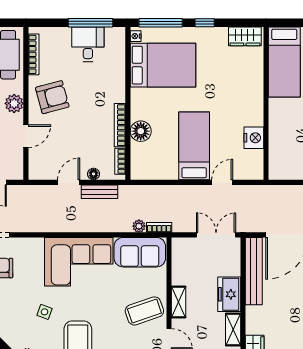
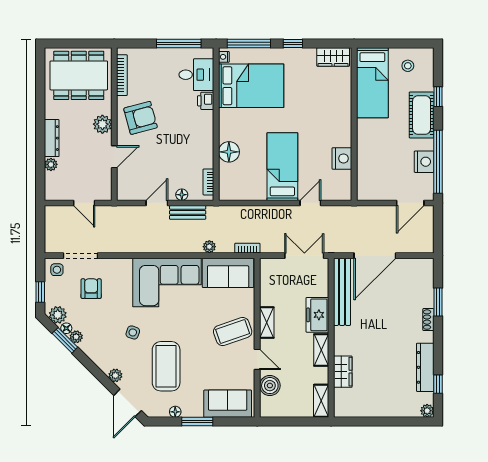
desk: (88, 44) -> (196, 75), moved, turned 90
printer: (117, 80) -> (206, 101), added
bookcase: (120, 125) -> (208, 146), removed
plant: (139, 226) -> (209, 247), moved

